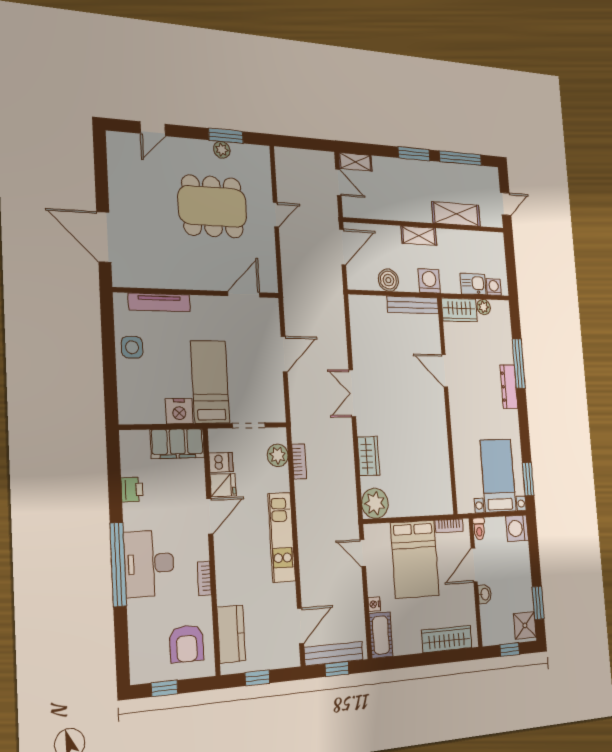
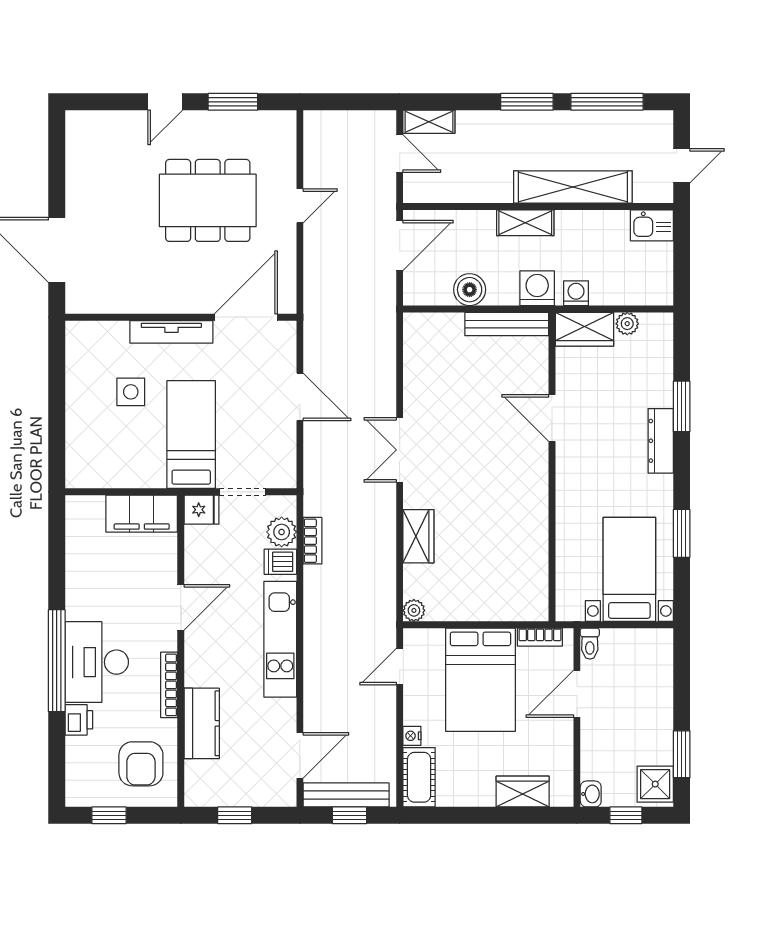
door: (153, 129) -> (165, 102), moved
plant: (222, 150) -> (226, 122), removed
shelving: (456, 214) -> (573, 187), width x1.47
kitchen sink: (473, 284) -> (652, 225), moved, turned 180
washing machine: (494, 287) -> (576, 293), moved
door: (244, 294) -> (246, 317), width x1.36
tv unit: (159, 302) -> (171, 332), moved
side table: (132, 347) -> (131, 392), moved
door: (284, 354) -> (300, 397), hinge flipped
window: (519, 364) -> (682, 406), width x0.69
nightstand: (179, 411) -> (147, 472), removed
dishwasher: (221, 462) -> (280, 562), moved, turned 180
window: (528, 479) -> (682, 533), moved
fridge: (223, 485) -> (202, 510), moved
printer: (132, 490) -> (79, 720), moved
plant: (375, 503) -> (414, 610), width x0.53, depth x0.53
washing machine: (517, 528) -> (655, 646), removed
door: (363, 553) -> (400, 667), hinge flipped
bookcase: (204, 578) -> (169, 685), width x1.56
washbasin: (485, 594) -> (591, 794), moved
kitchen counter: (231, 634) -> (202, 723), moved
wardrobe: (447, 639) -> (523, 792), width x0.67

